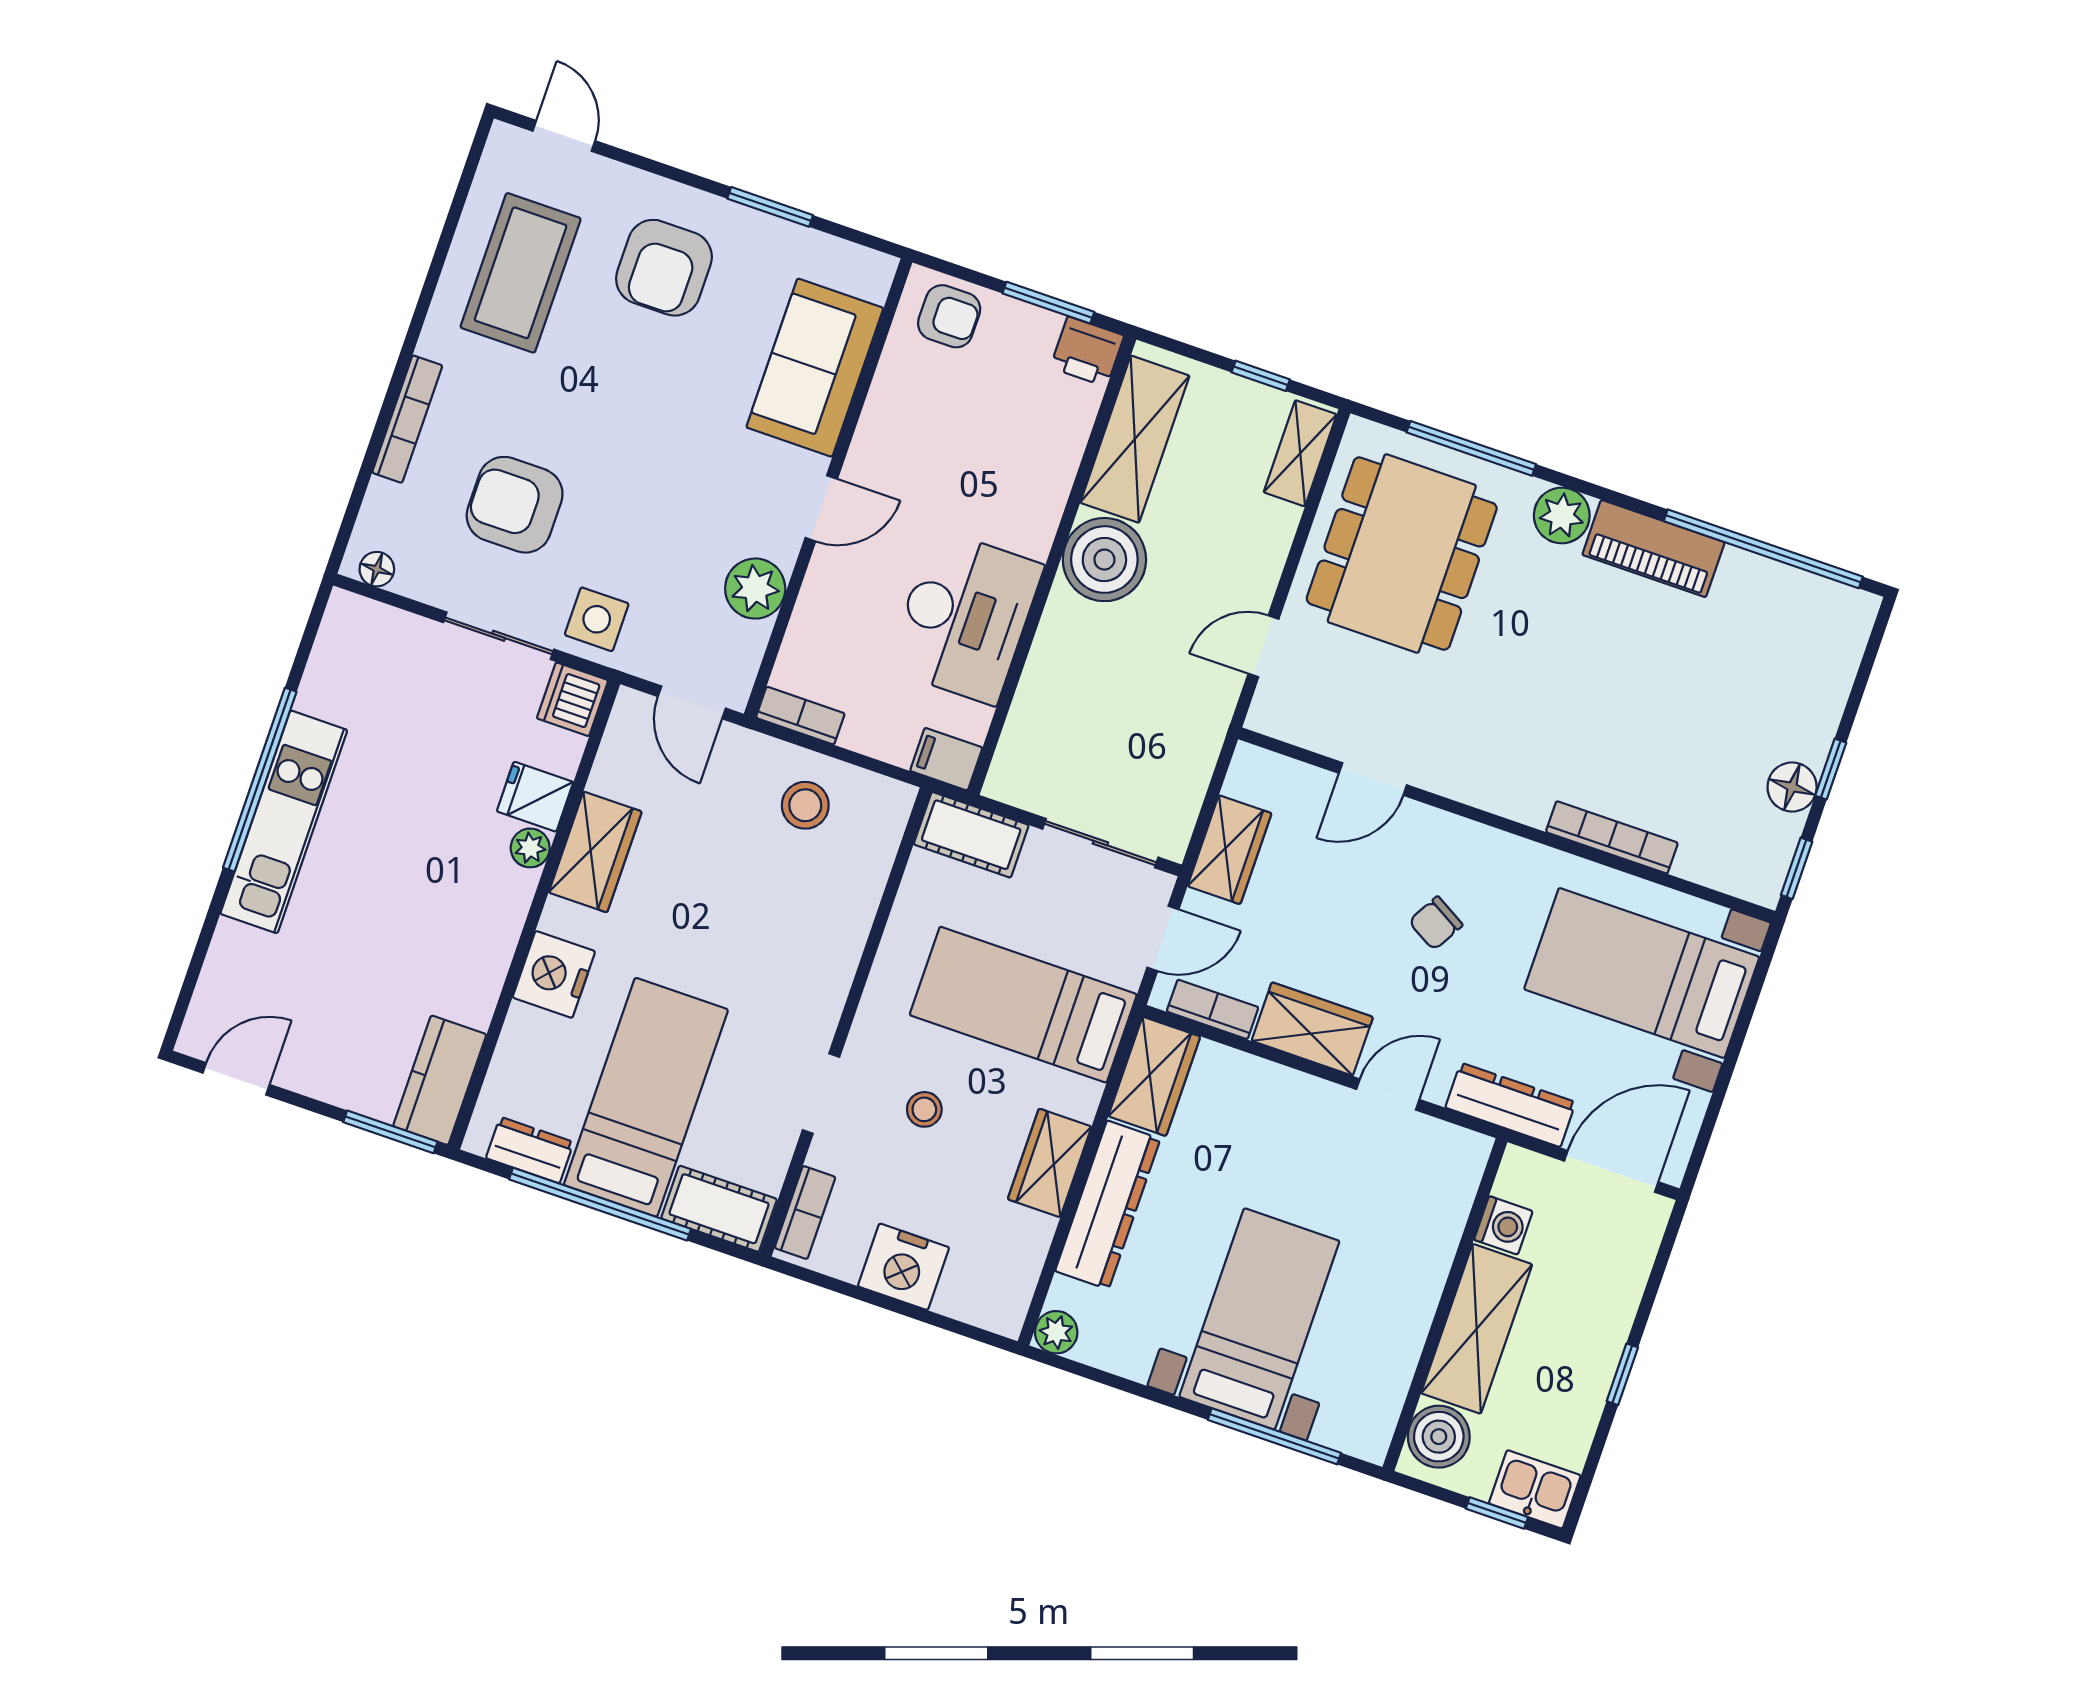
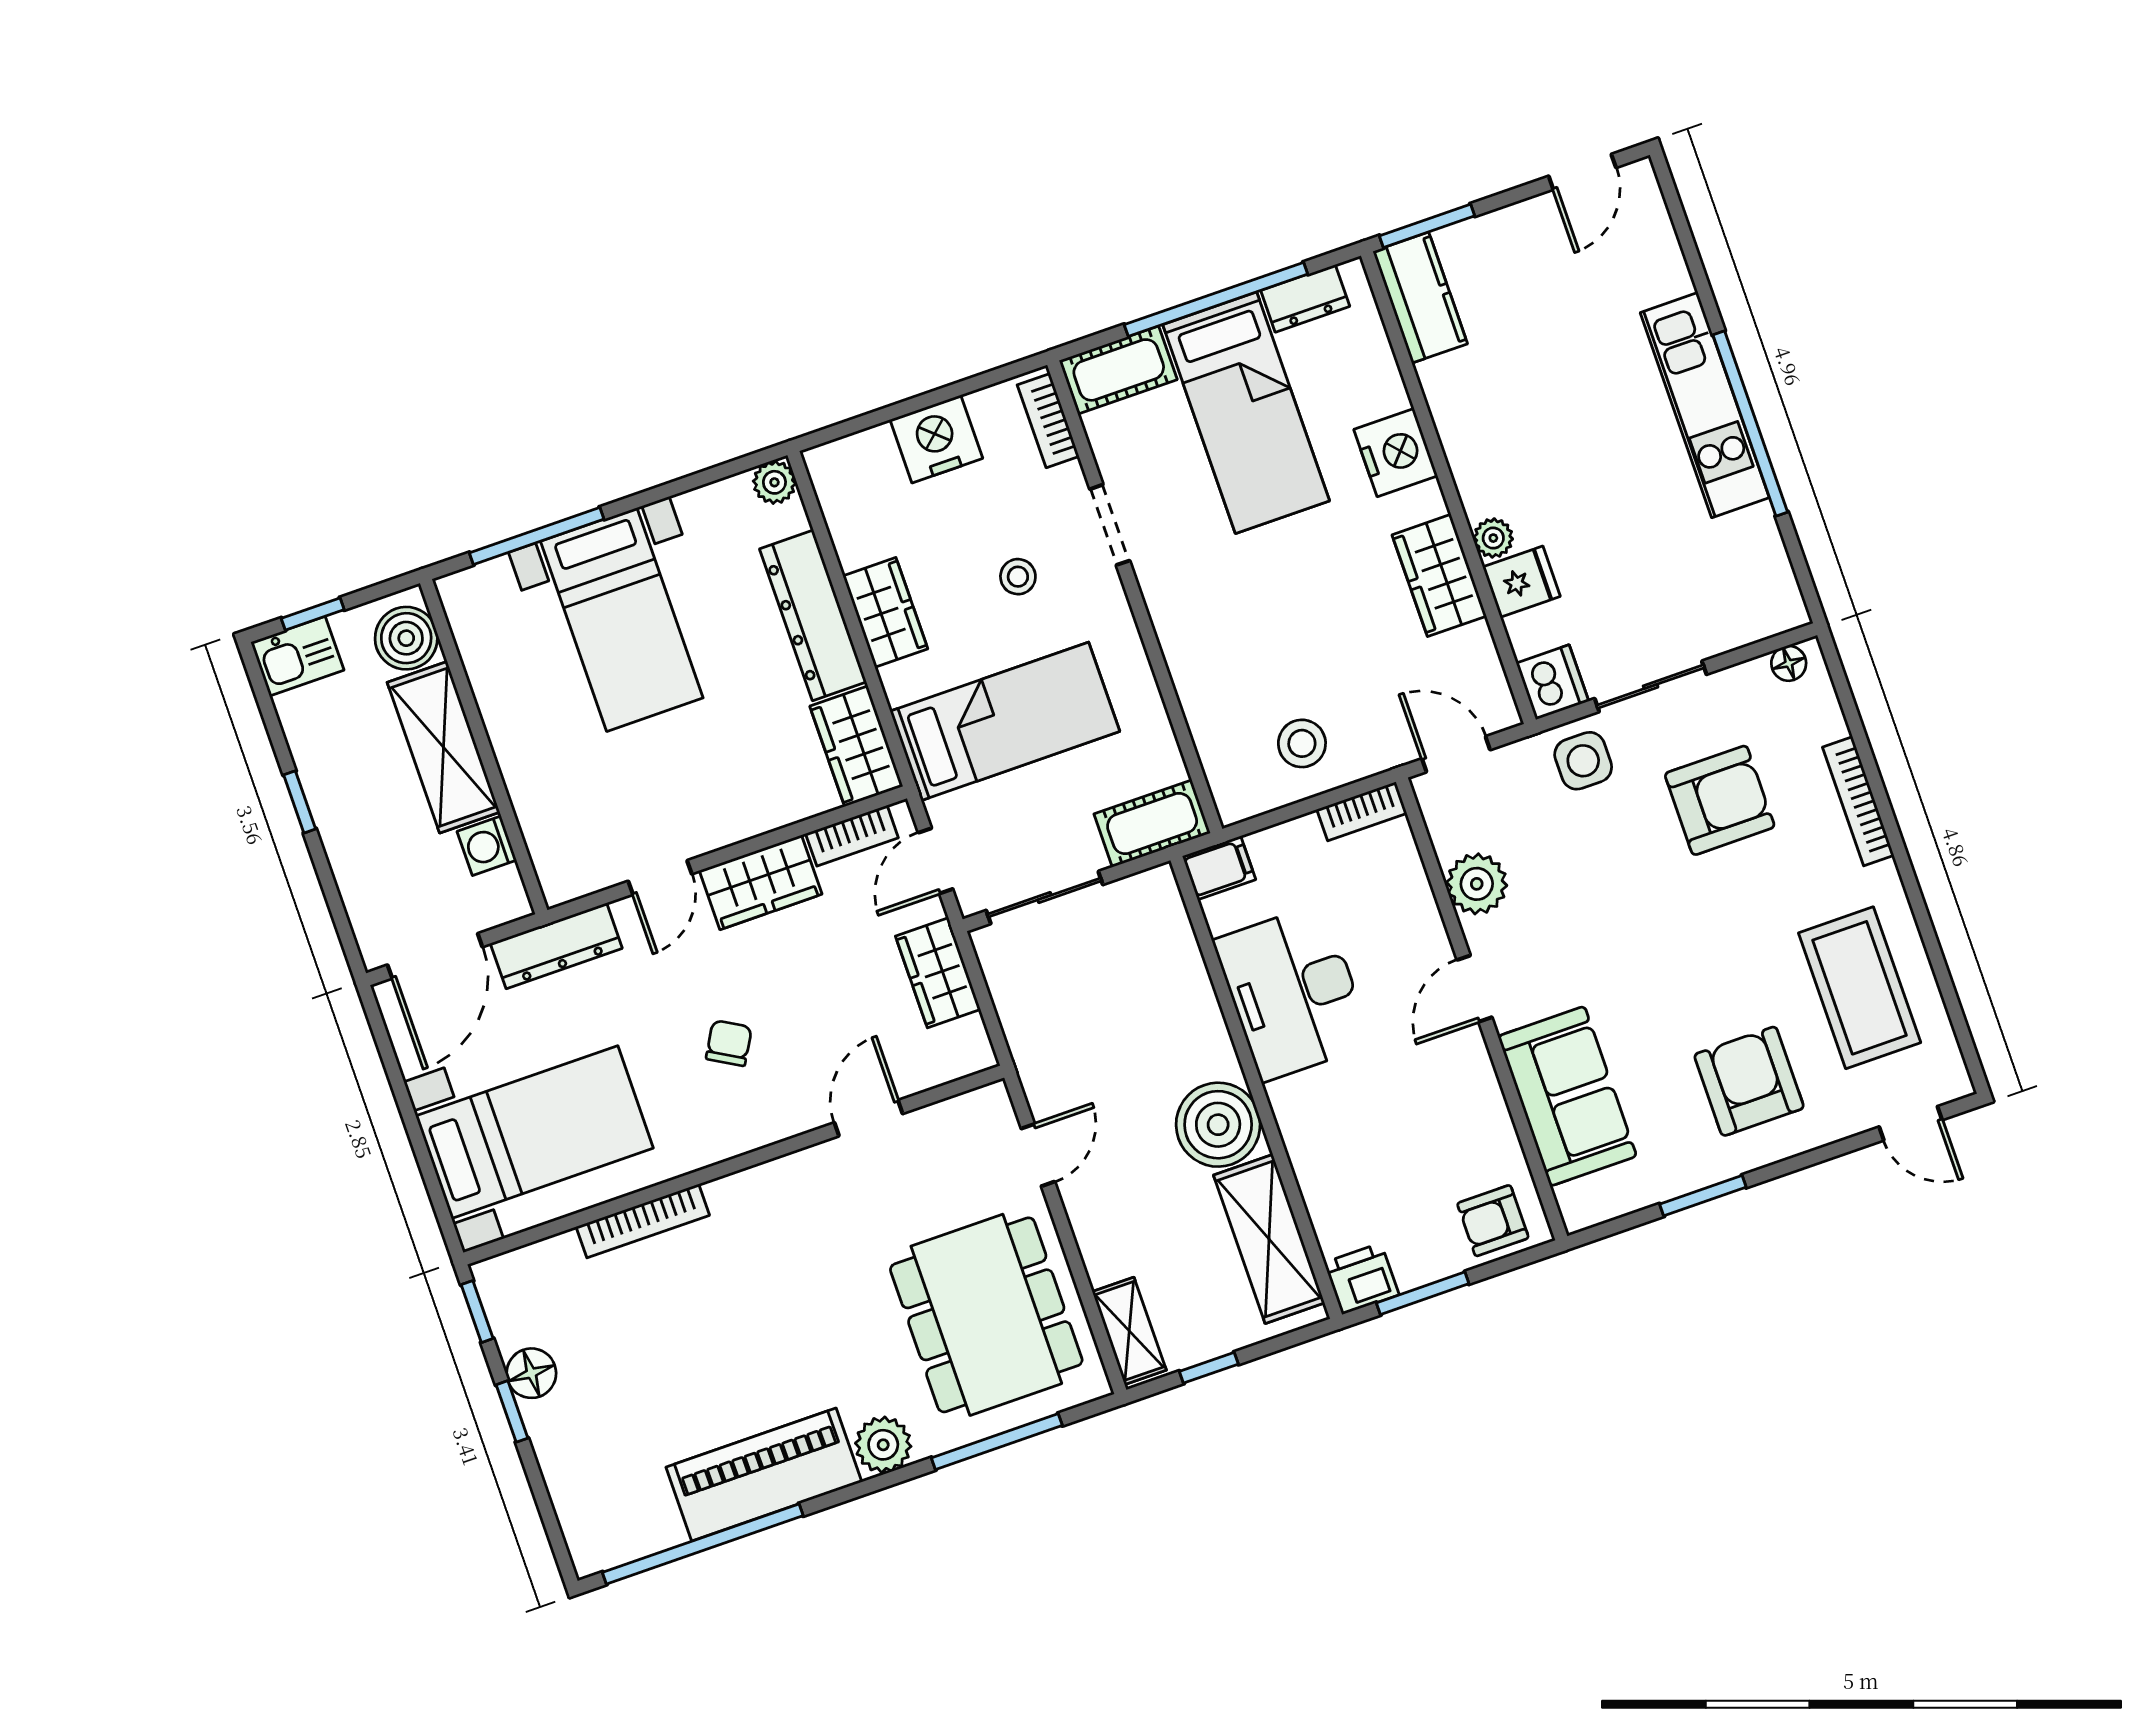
piano: (1653, 549) -> (764, 1475), width x1.37, depth x1.33

